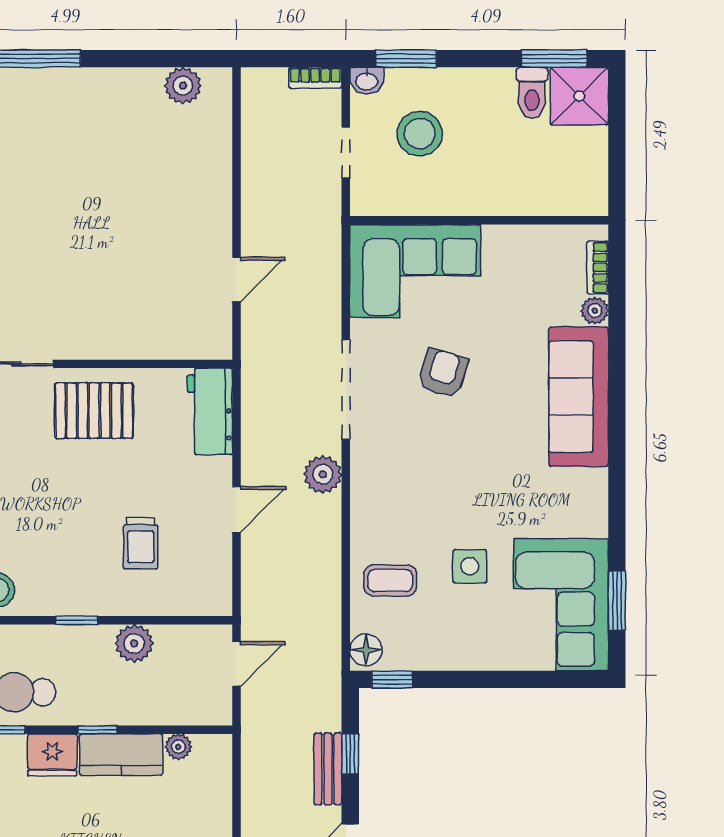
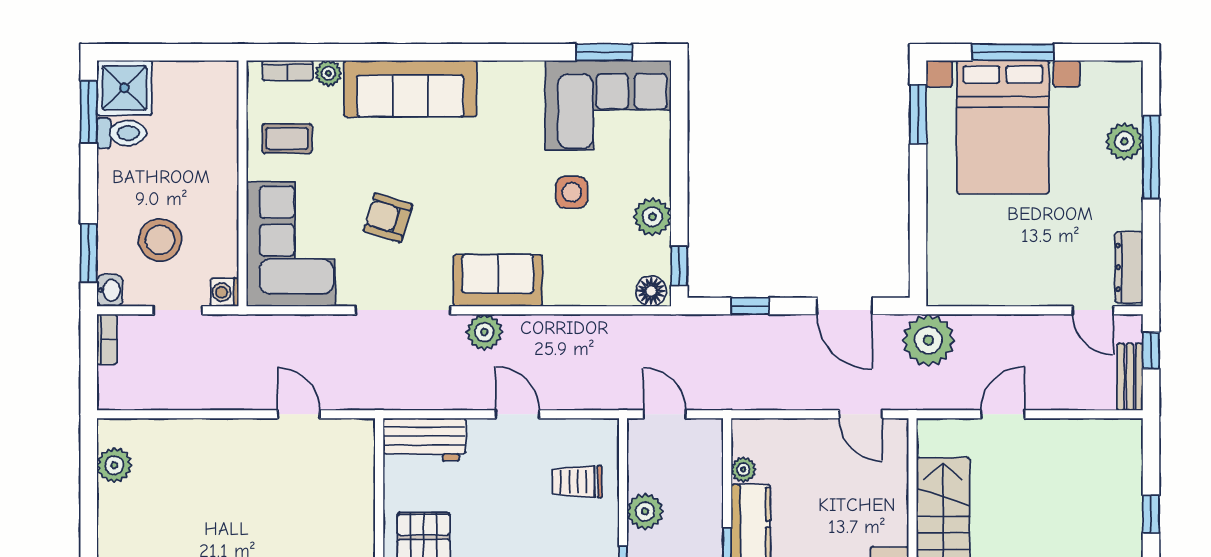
washing machine: (365, 201) -> (224, 292), added
sofa: (377, 489) -> (498, 281), added
trolley: (141, 543) -> (577, 482), moved, turned 180
coffee table: (390, 580) -> (287, 138), moved, turned 90
plant: (444, 651) -> (652, 217), added
bench: (328, 769) -> (764, 327), removed

